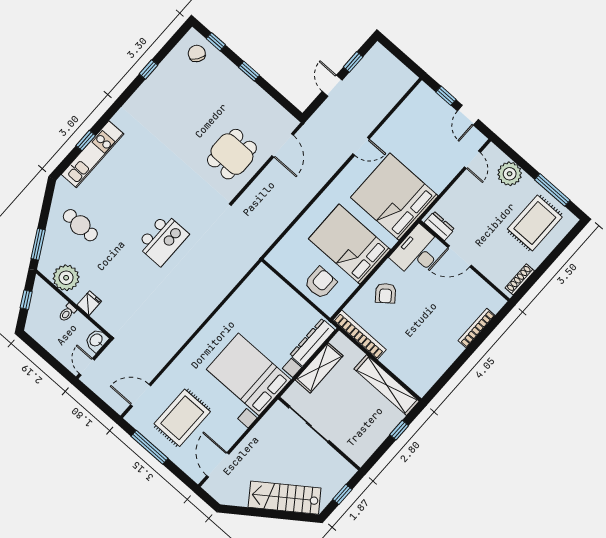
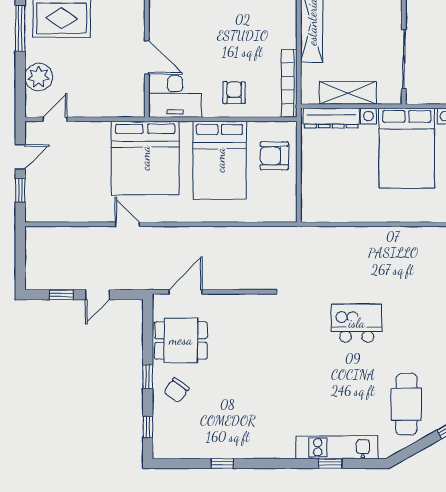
chair: (197, 54) -> (176, 390), moved
dining table: (232, 154) -> (181, 340), moved
cafe table: (80, 225) -> (406, 404), width x1.37, depth x1.35
dresser: (439, 226) -> (136, 98), removed
armchair: (386, 293) -> (234, 93), turned -52

